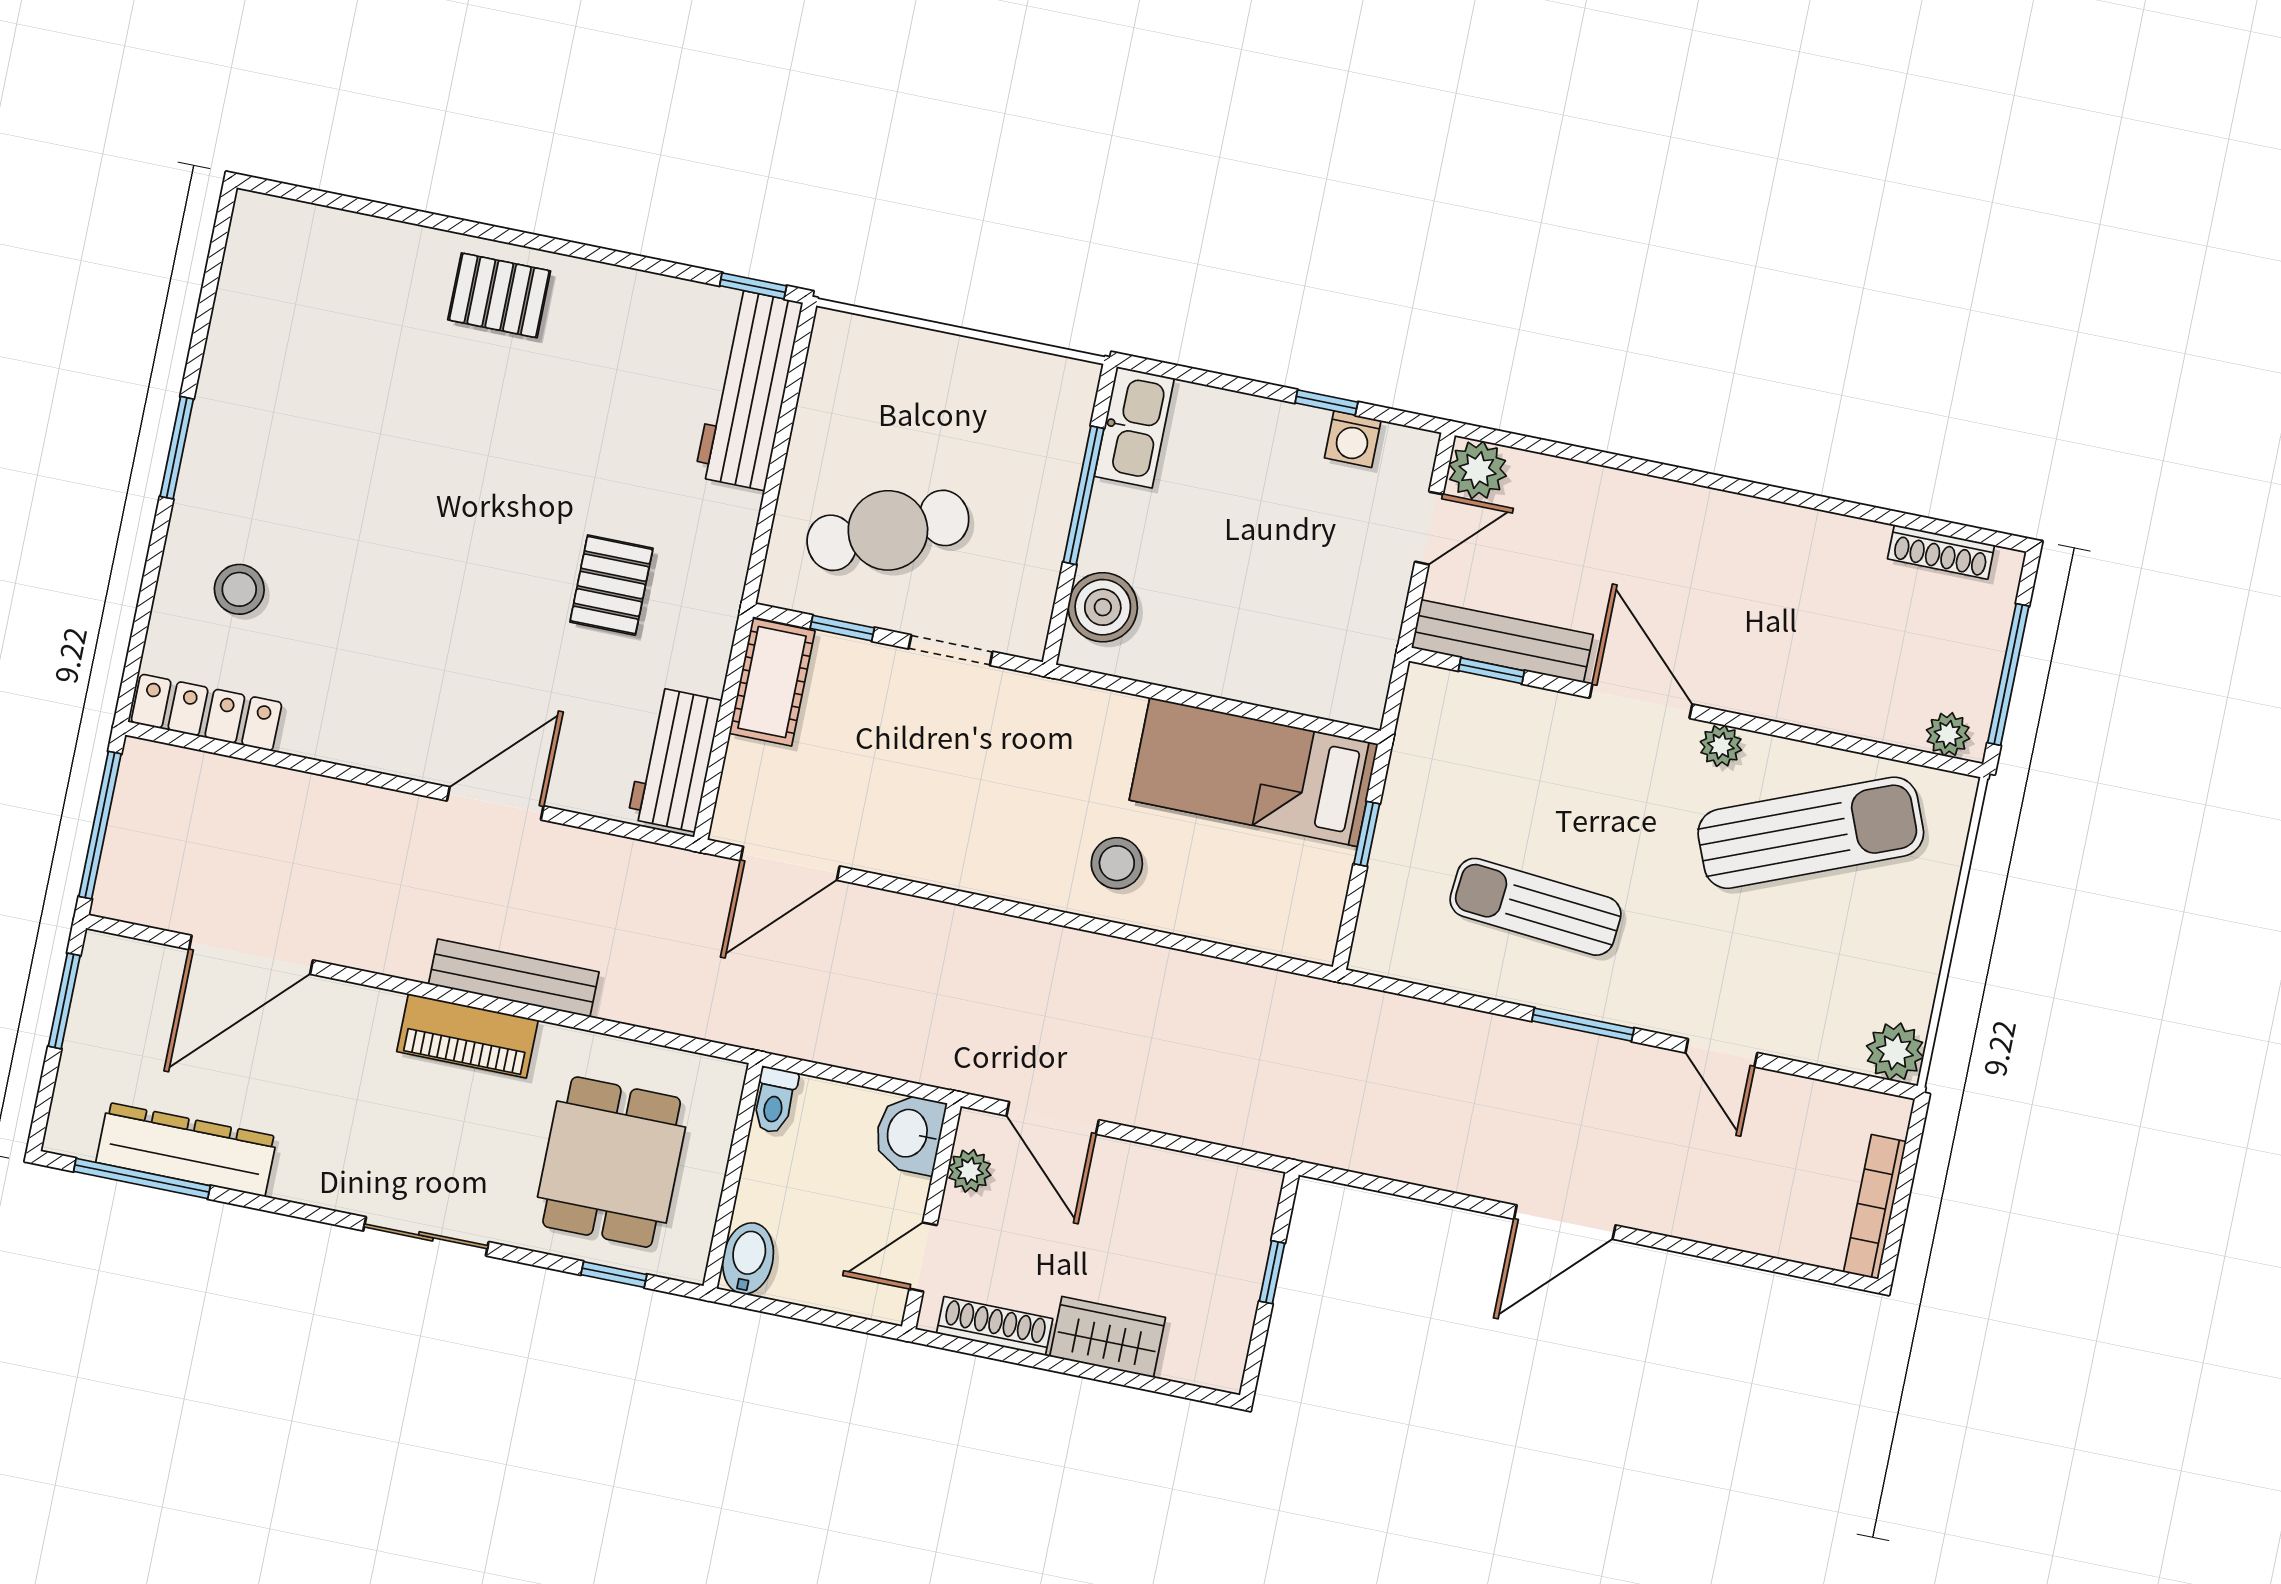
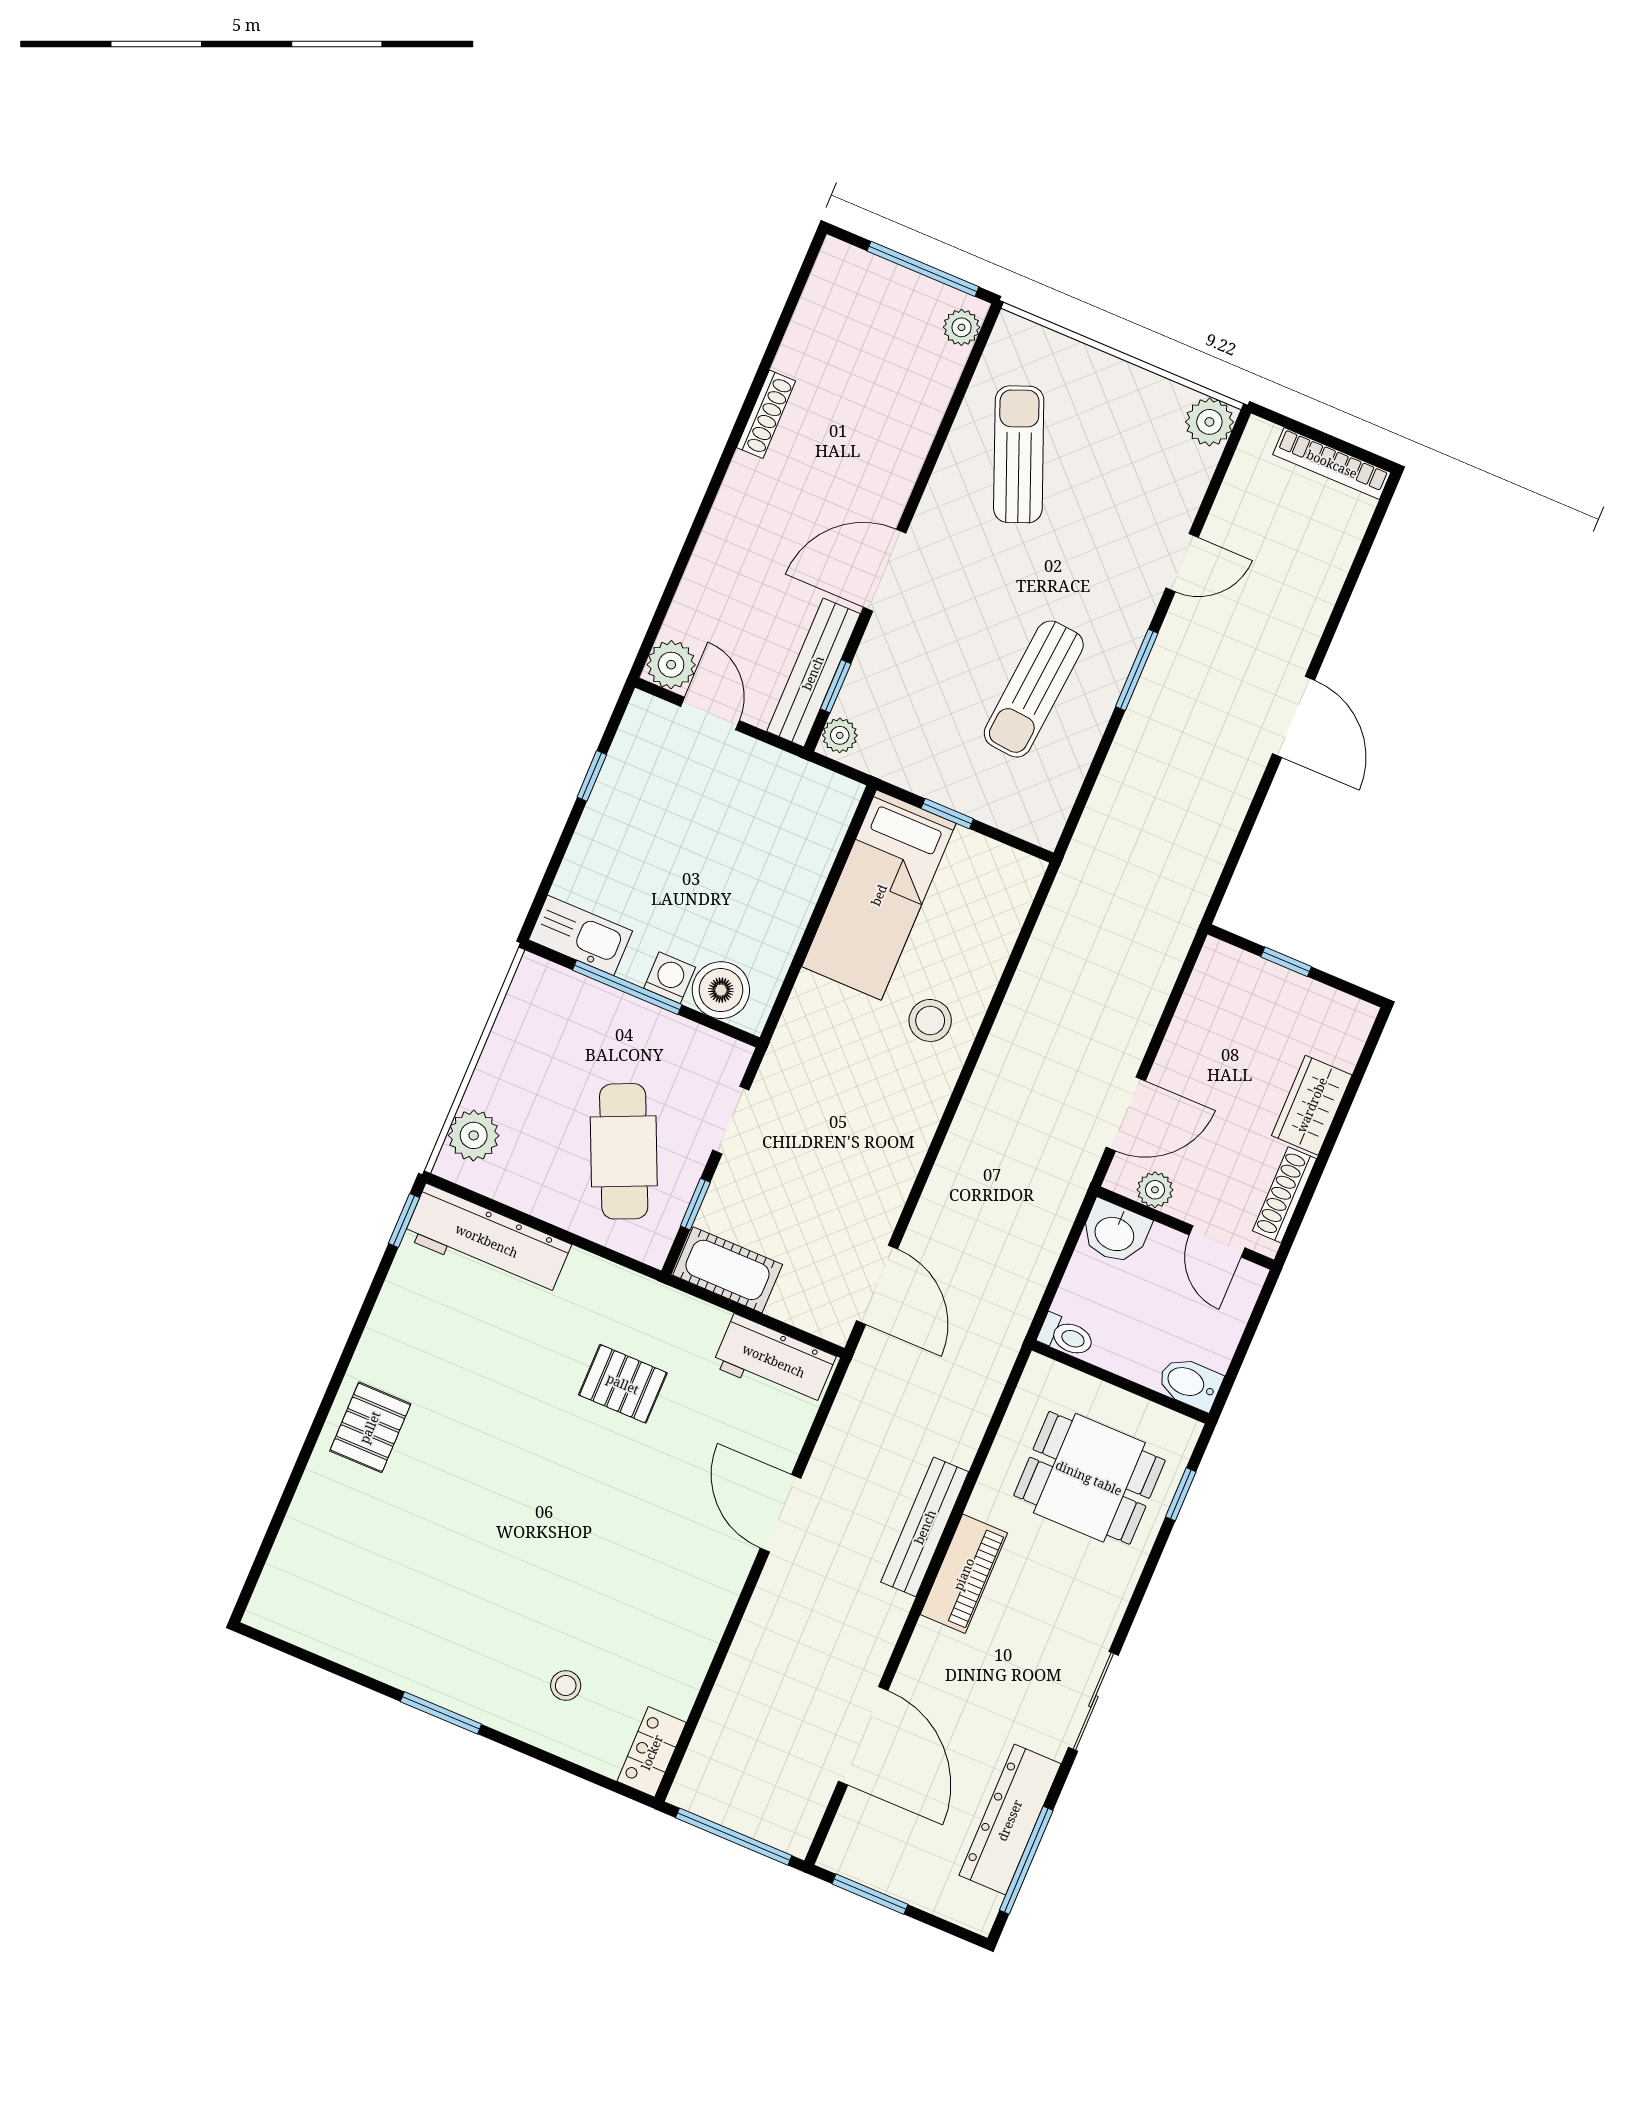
plant: (871, 348) -> (474, 1135), added
washing machine: (1353, 439) -> (670, 978), moved, turned -90
shoe rack: (1941, 552) -> (766, 414), moved
stool: (239, 589) -> (566, 1685), width x0.73, depth x0.73
locker: (206, 712) -> (652, 1752), width x0.66
plant: (1721, 746) -> (840, 735), moved
sun lounger: (1811, 833) -> (1019, 454), width x0.73, depth x0.75
sliding door: (426, 1236) -> (1093, 1701), moved

